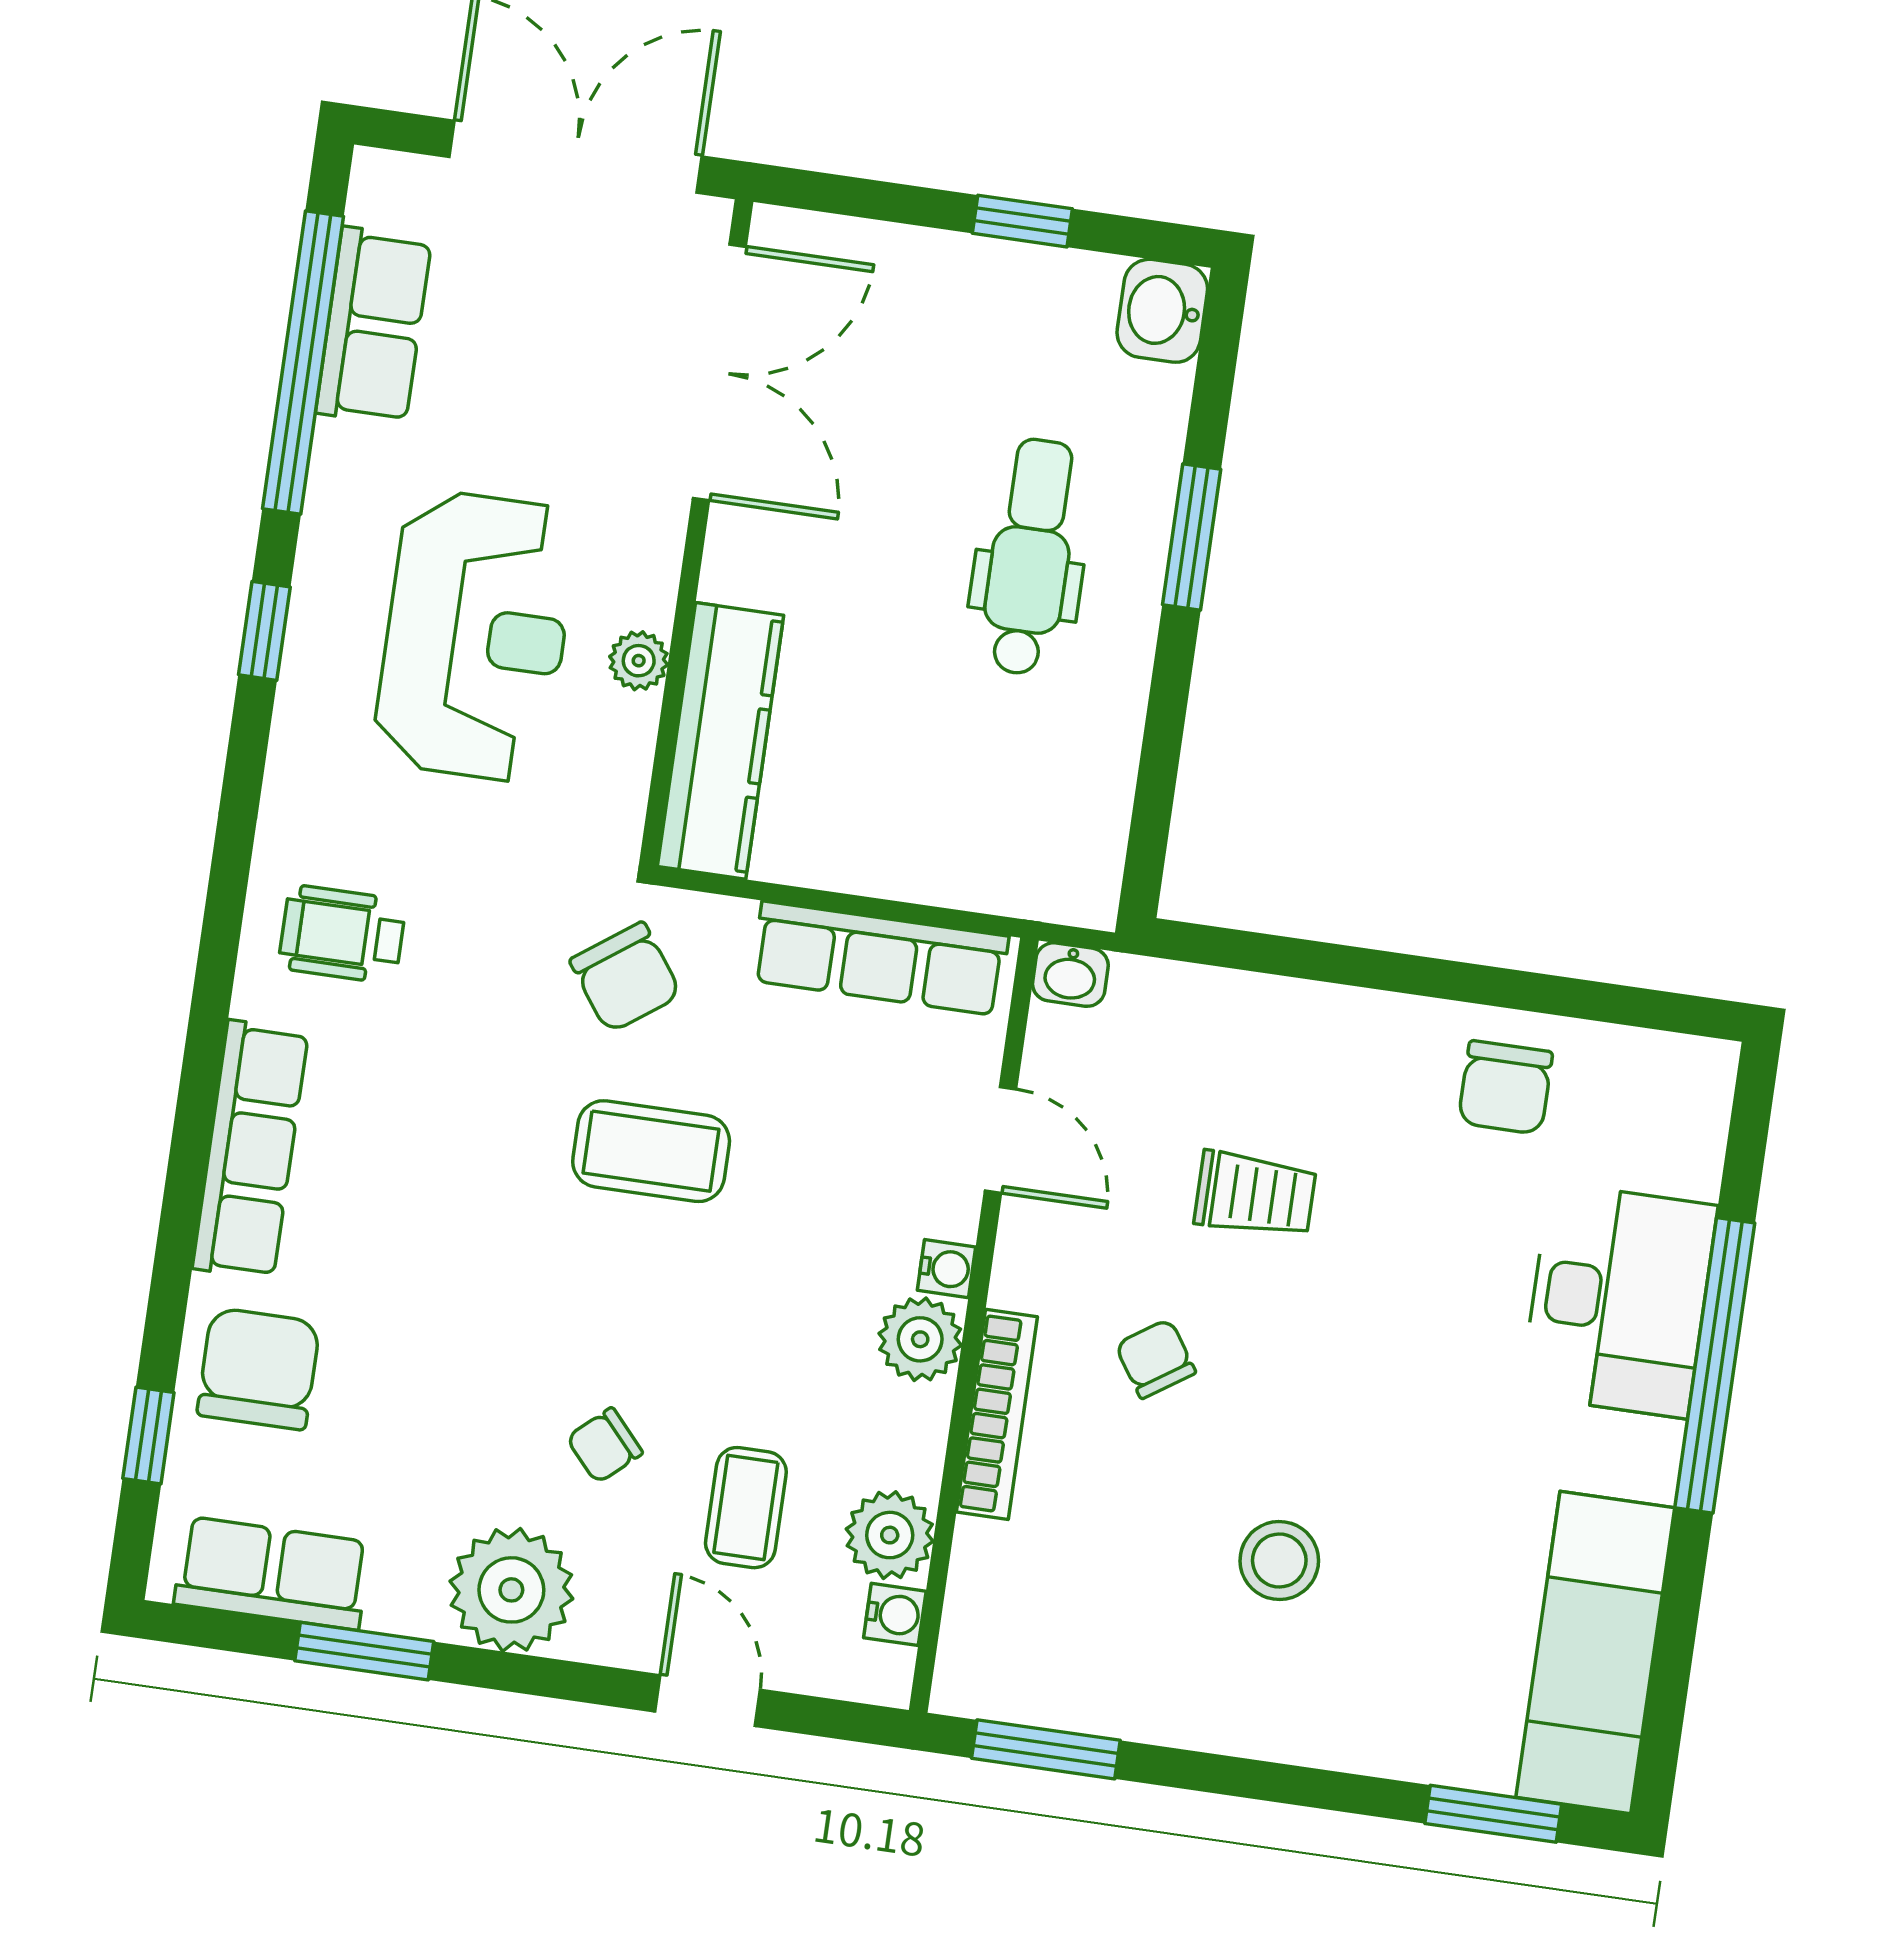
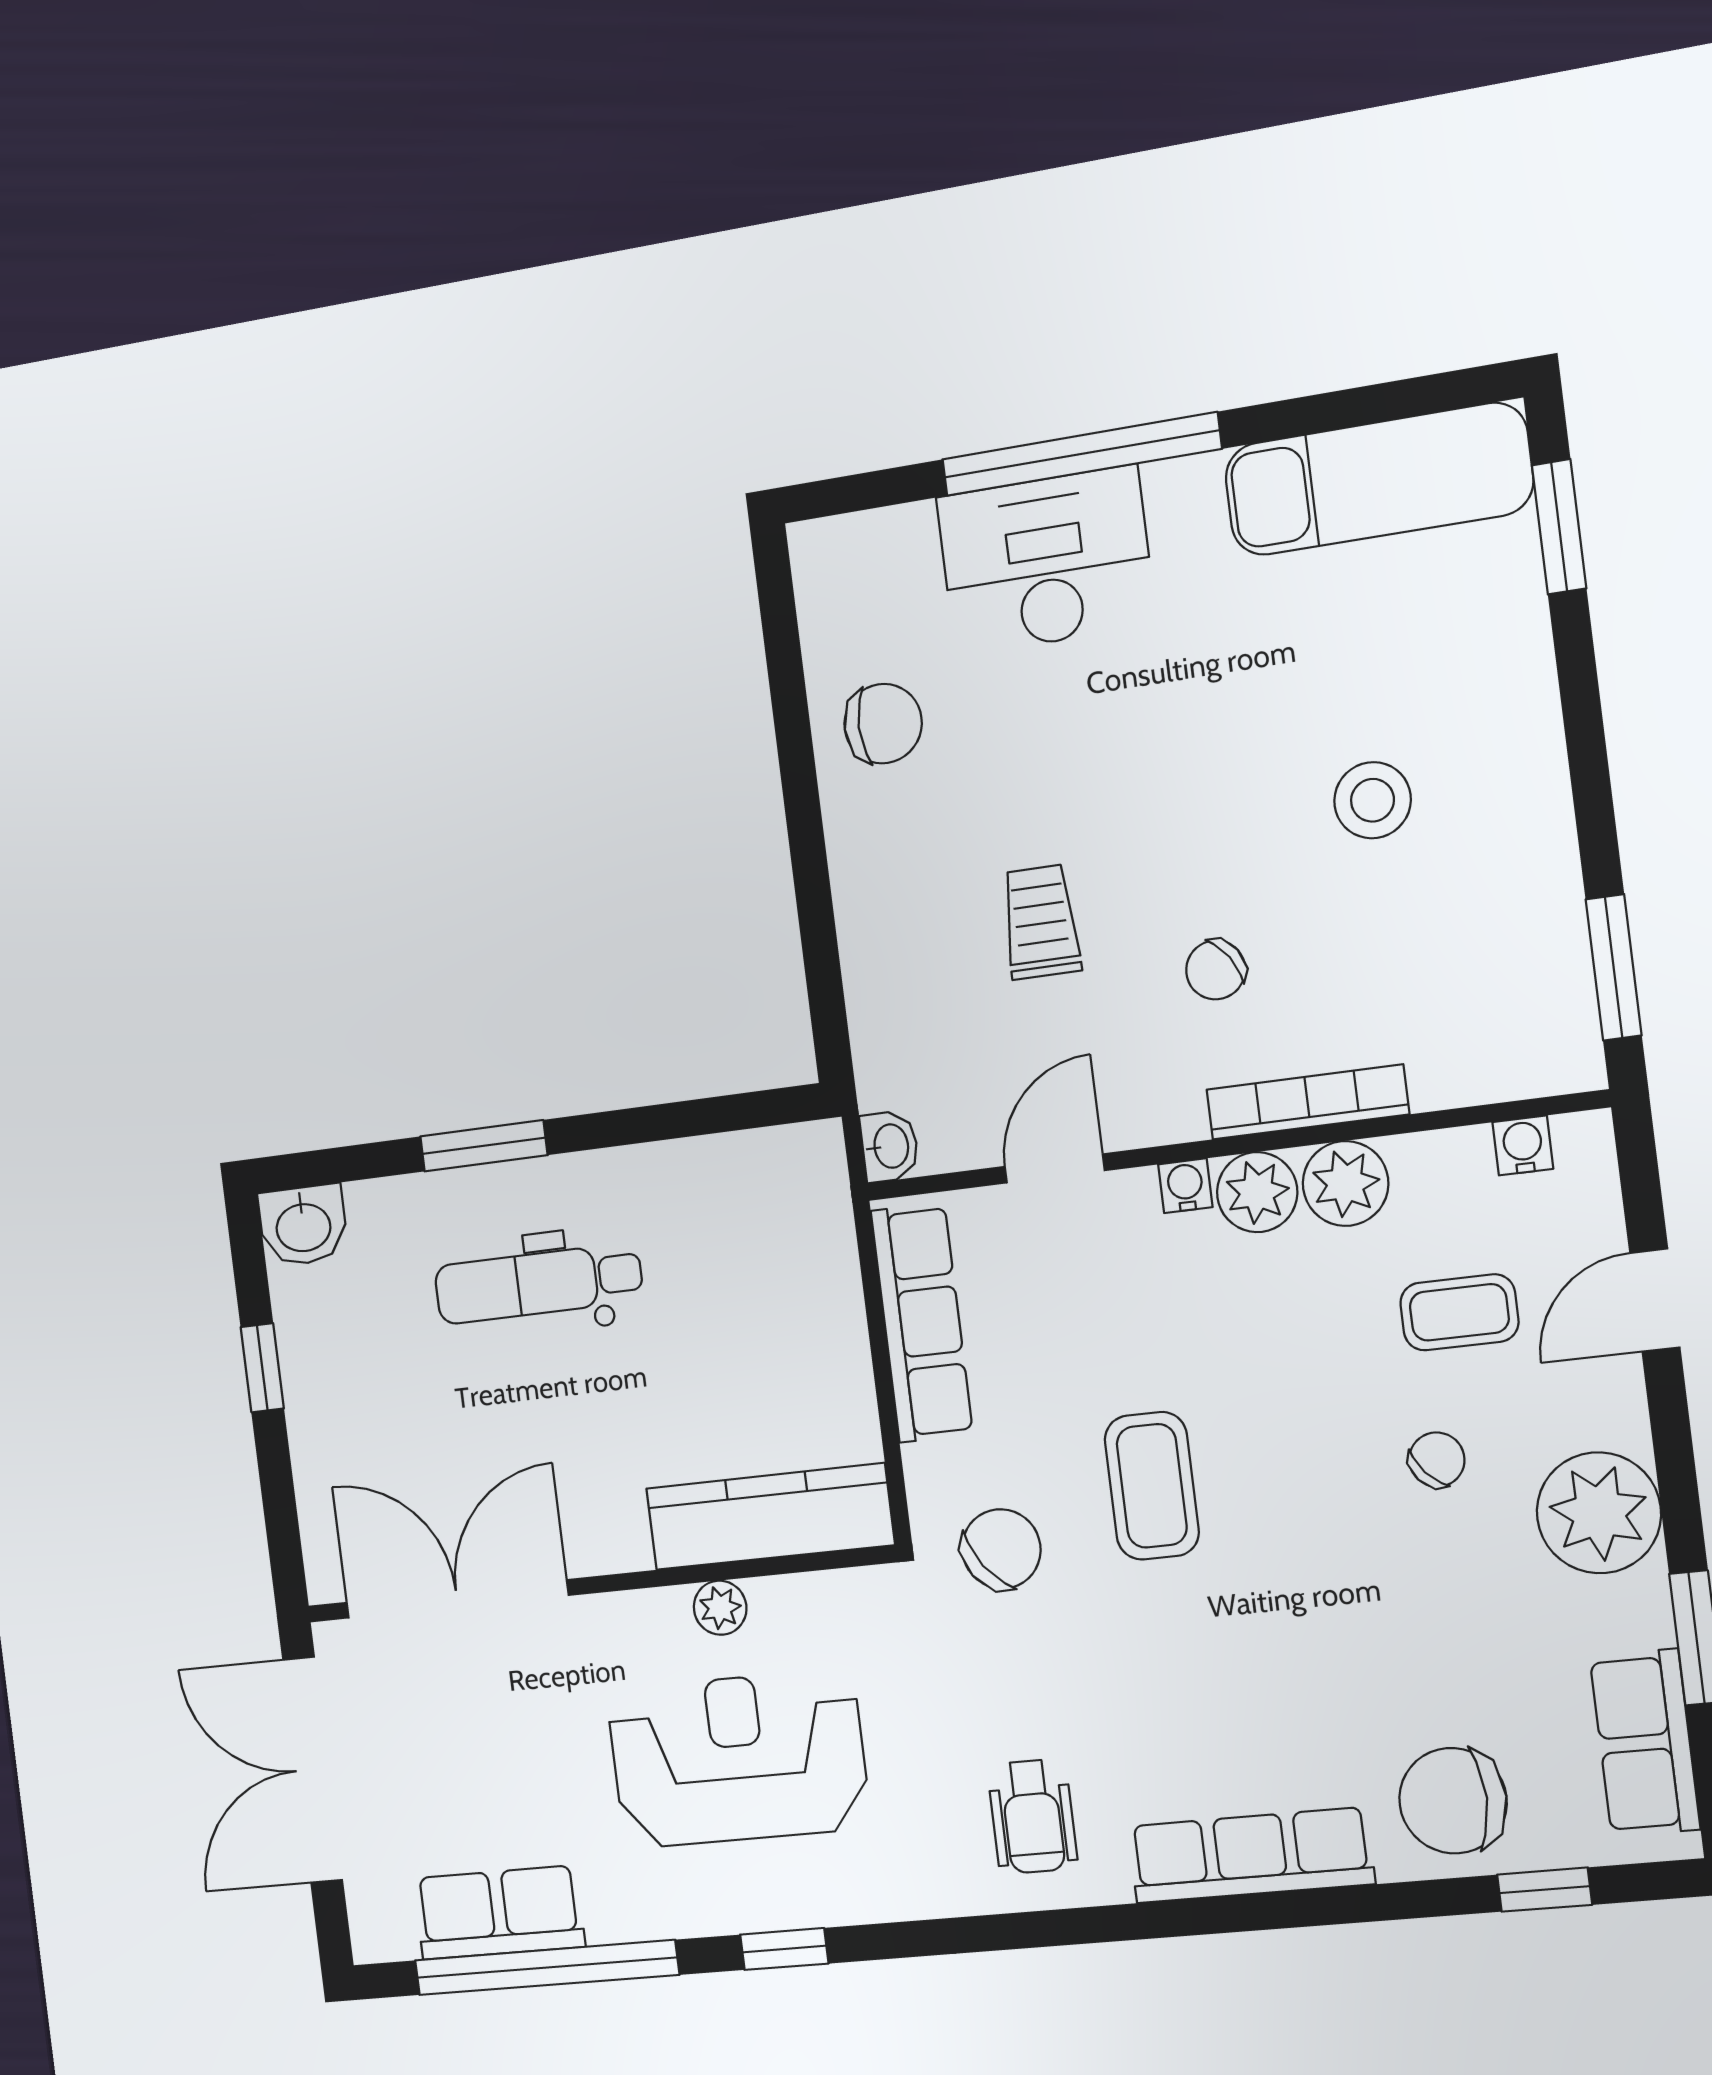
chair: (604, 1445) -> (1437, 1460), turned -89
plant: (890, 1535) -> (1346, 1183), moved

